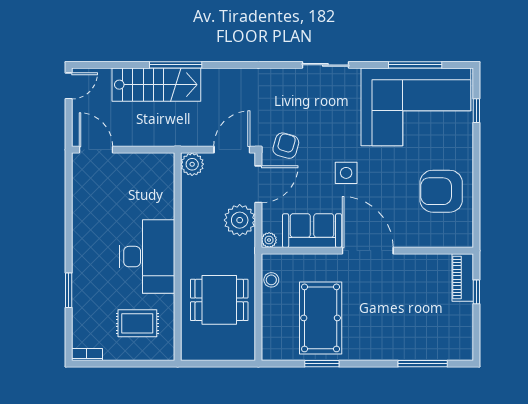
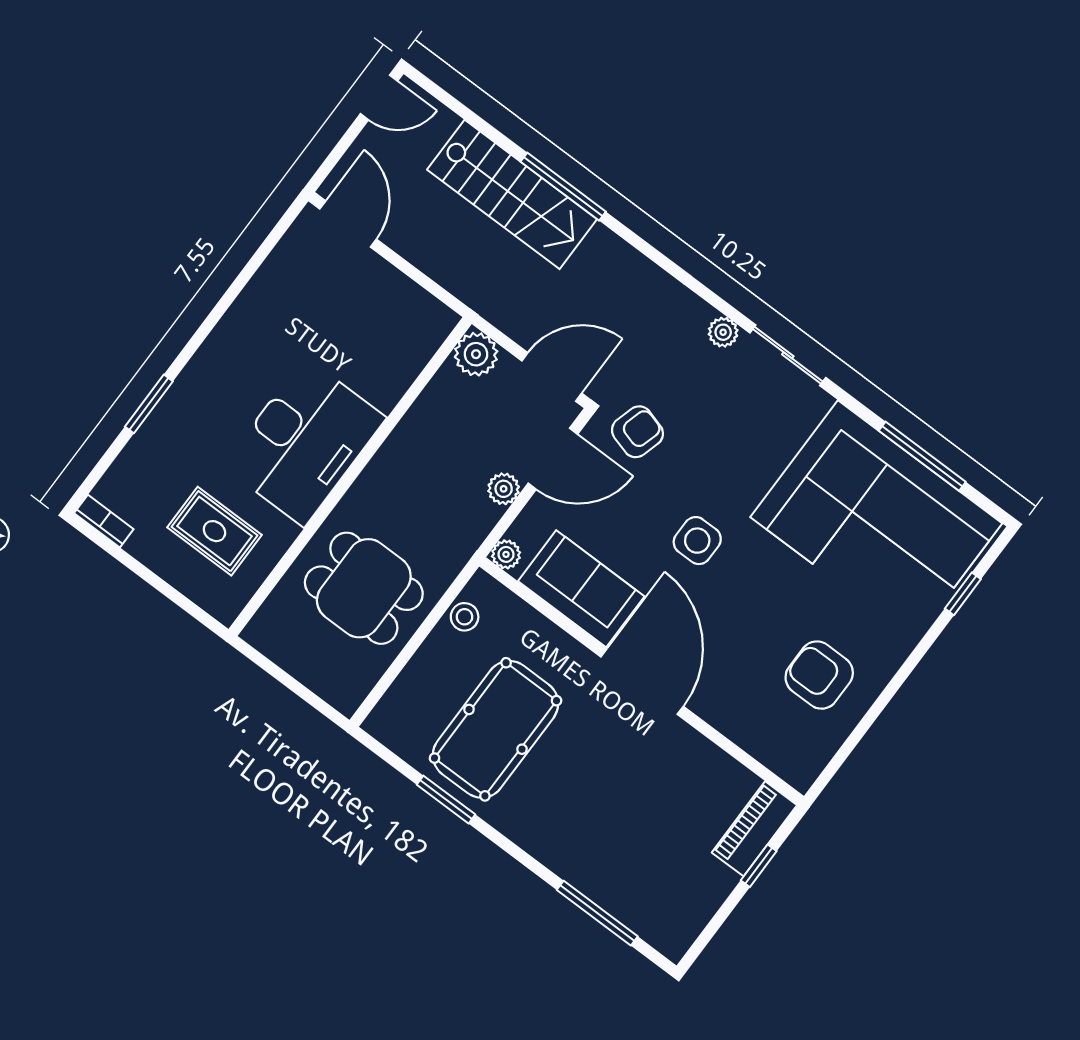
plant: (290, 76) -> (723, 332), added
armchair: (441, 191) -> (819, 675), width x0.73, depth x0.73
plant: (240, 220) -> (504, 489), width x0.53, depth x0.53

